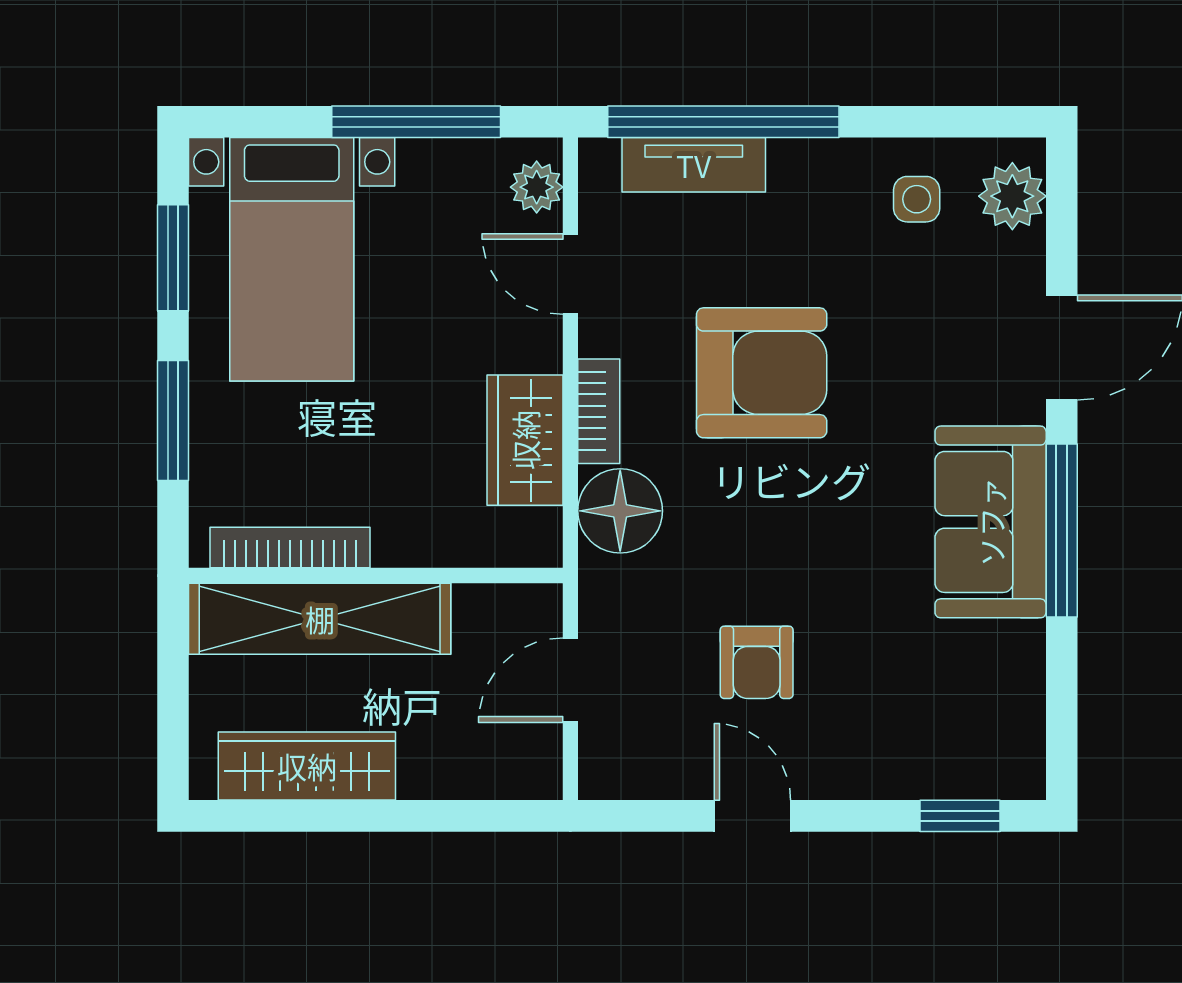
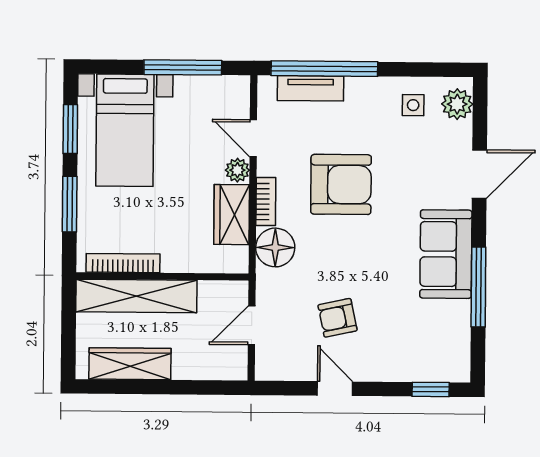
plant: (537, 187) -> (237, 170), moved
window: (1062, 531) -> (478, 287), moved
armchair: (757, 662) -> (338, 318), turned 78

